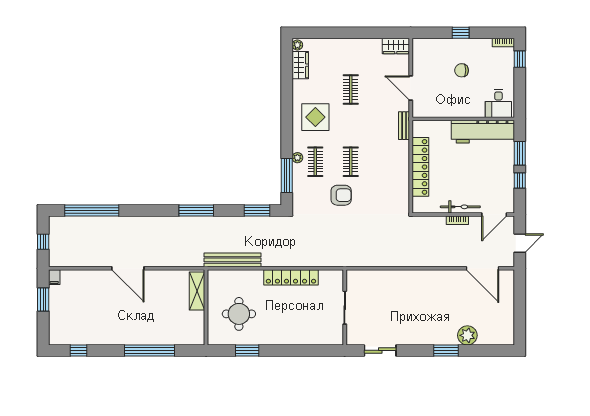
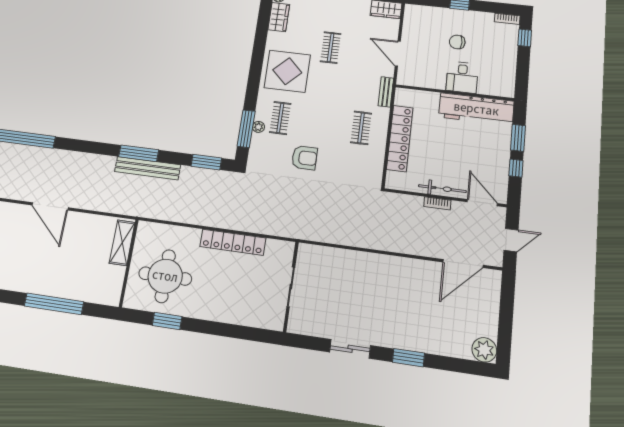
desk: (498, 104) -> (462, 77), moved
display table: (315, 117) -> (287, 71), width x1.36, depth x1.36
plant: (297, 158) -> (258, 127), moved
clothes rail: (351, 162) -> (361, 128), moved
door: (494, 214) -> (482, 203), swing flipped
bench: (233, 260) -> (148, 168), moved
door: (483, 268) -> (463, 264), hinge flipped
round table: (239, 314) -> (165, 276), width x1.36, depth x1.36
plant: (467, 335) -> (484, 350), moved
sliding door: (380, 350) -> (350, 349), moved

